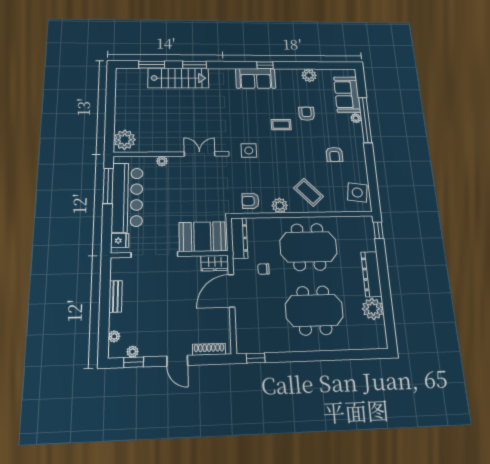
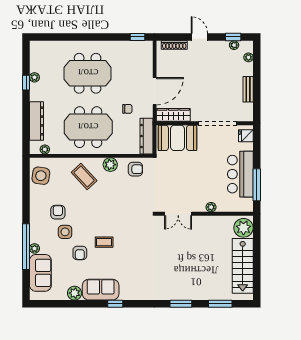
stairs: (178, 78) -> (243, 266), moved, turned -90
sofa: (256, 78) -> (101, 290), moved
side table: (249, 150) -> (65, 232), moved
bar counter: (127, 197) -> (240, 174), width x0.73
plant: (356, 221) -> (45, 149), added
window: (378, 230) -> (26, 83), moved
wardrobe: (215, 263) -> (173, 115), width x1.50
dresser: (371, 274) -> (37, 121), moved
plant: (373, 309) -> (34, 77), width x0.53, depth x0.53

